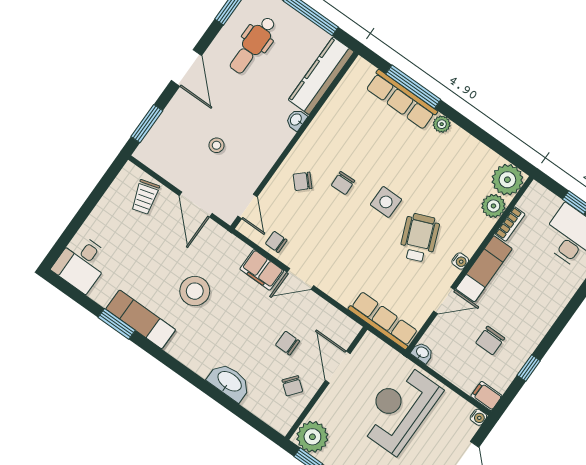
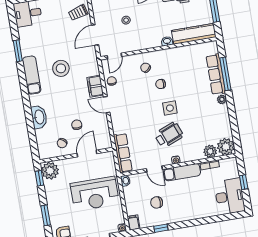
exam couch: (141, 319) -> (32, 75), moved
reception desk: (399, 409) -> (95, 194), turned 180

